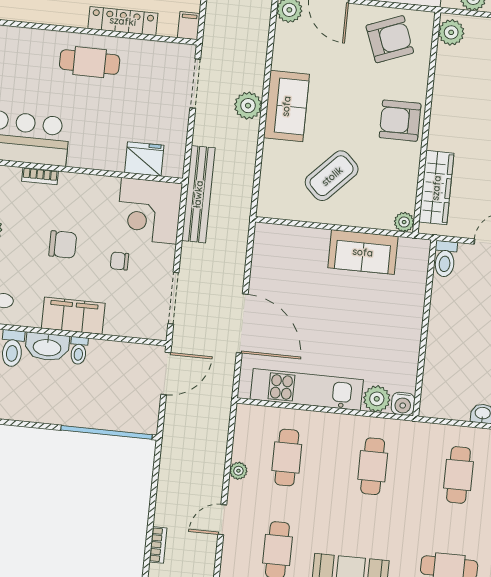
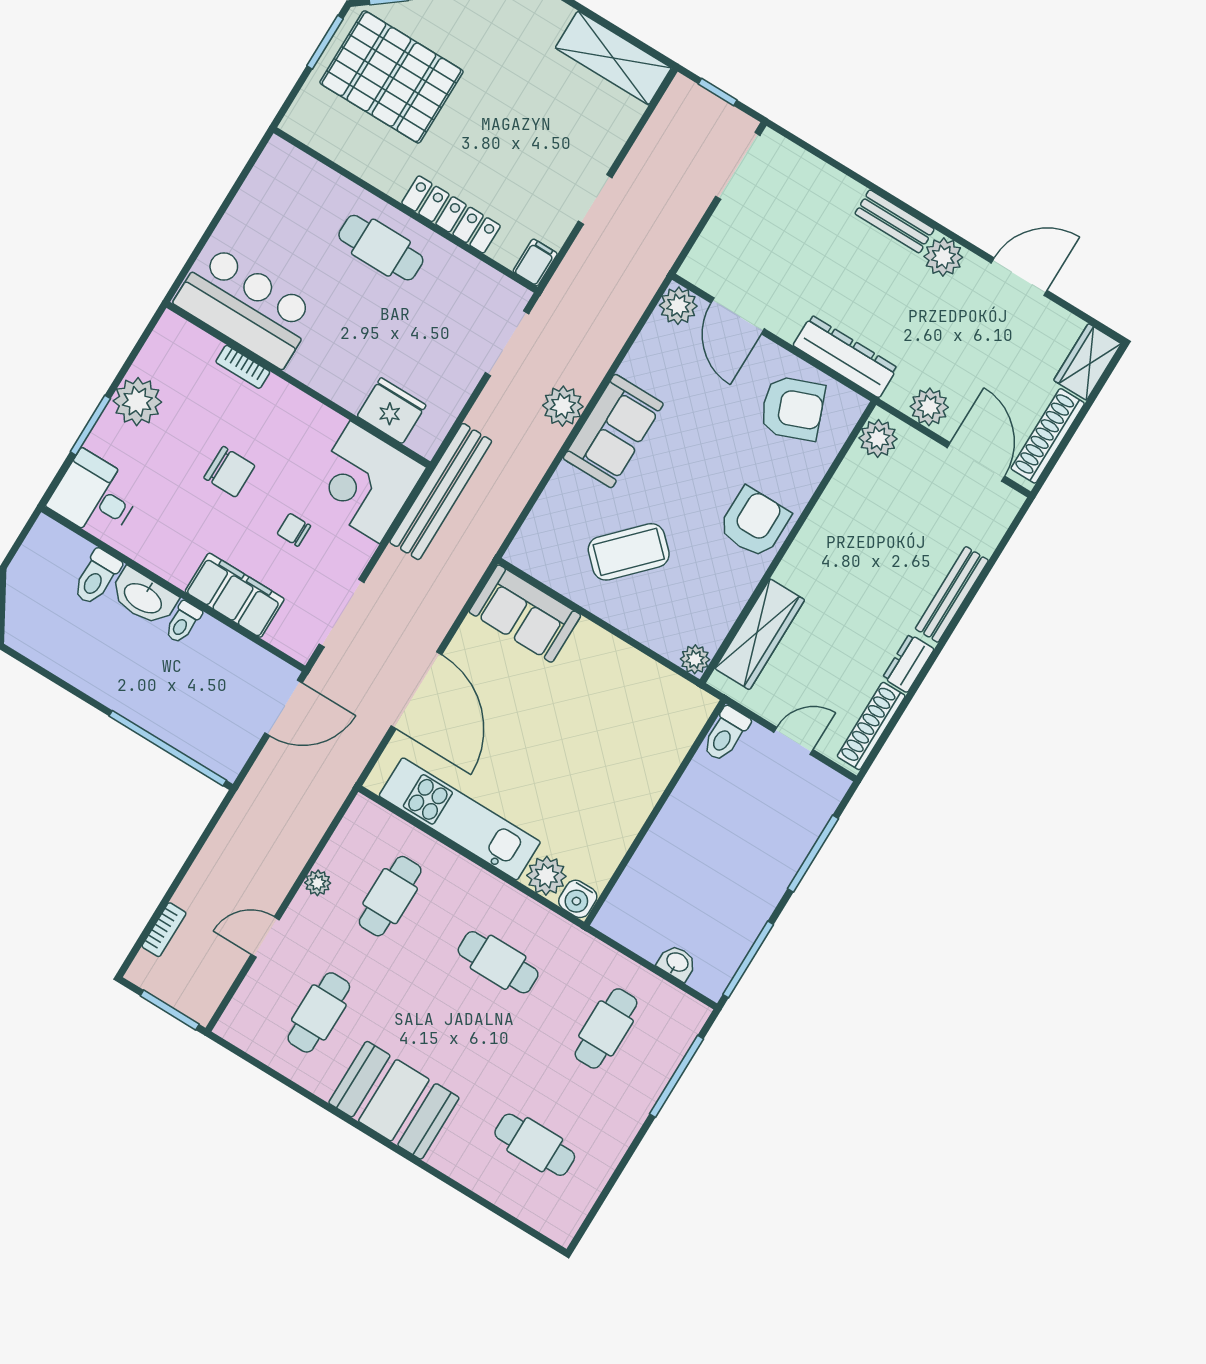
armchair: (400, 121) -> (754, 523), turned 90
sofa: (363, 252) -> (525, 614), moved
filing cabinet: (73, 316) -> (235, 595), moved
cafe table: (373, 466) -> (498, 962), turned 90

